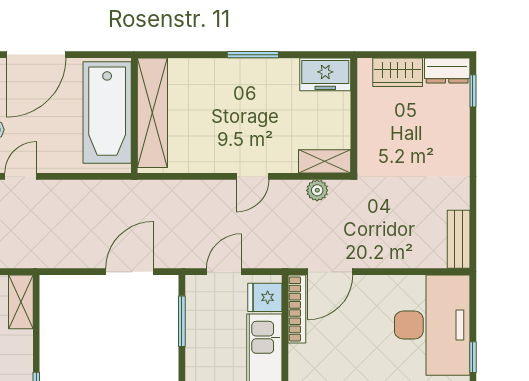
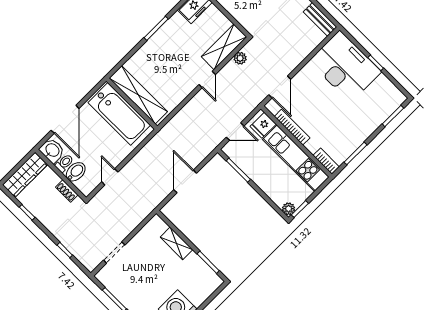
shelving: (325, 161) -> (224, 47), width x1.50, depth x1.33
door: (129, 272) -> (185, 181), moved
door: (224, 272) -> (235, 132), swing flipped
shelving: (21, 302) -> (176, 243), moved
bookcase: (297, 309) -> (292, 127), moved

